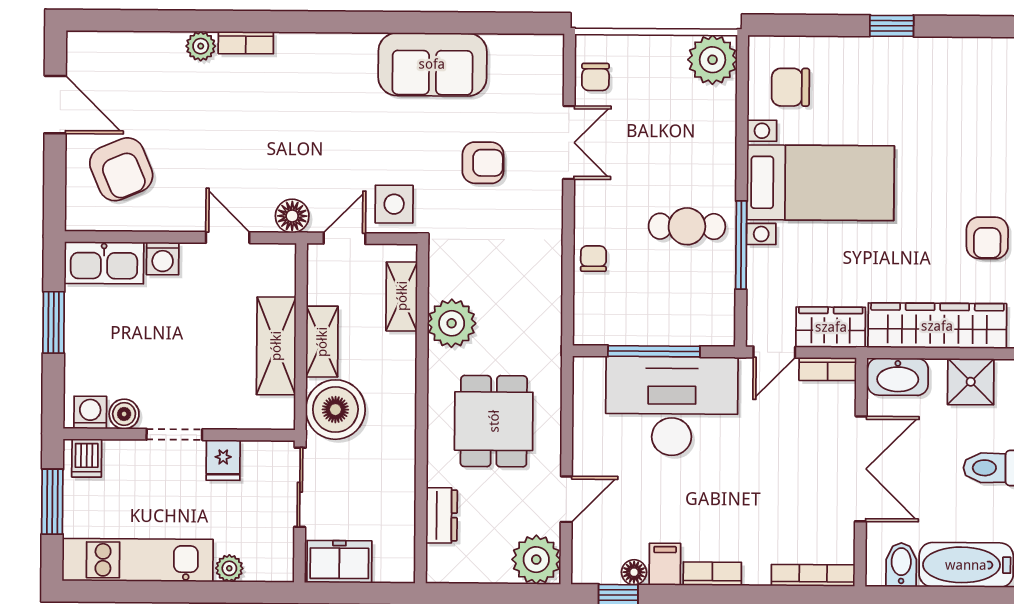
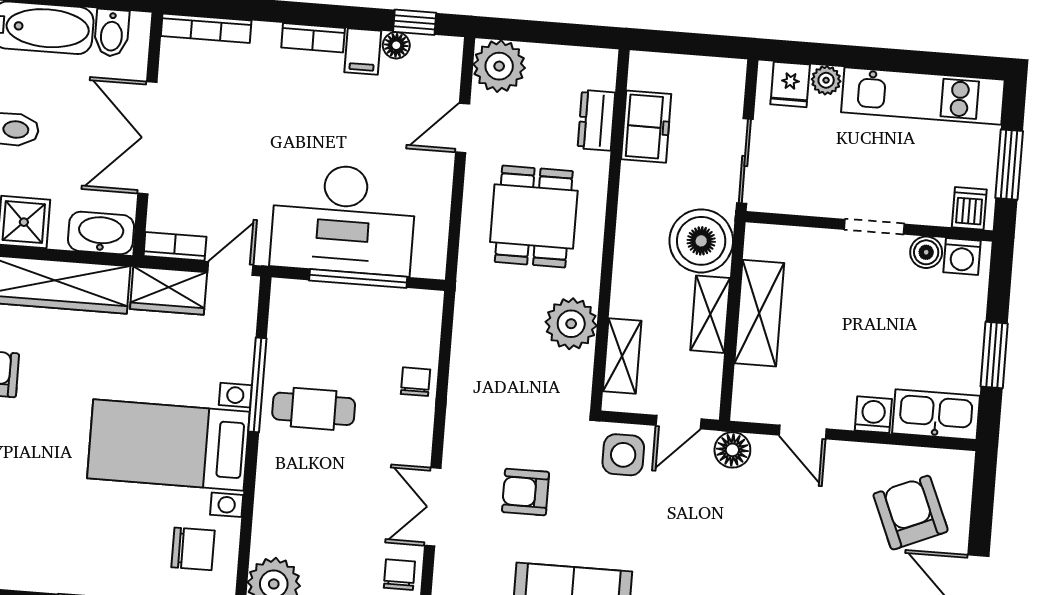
chair: (593, 259) -> (415, 382), turned 180
fridge: (223, 460) -> (790, 84), moved, turned 180
freezer: (339, 562) -> (646, 127), moved, turned -90

